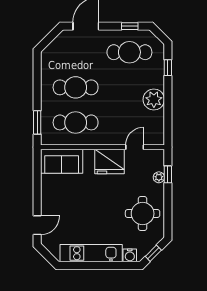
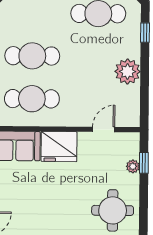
fridge: (110, 162) -> (59, 147), moved

